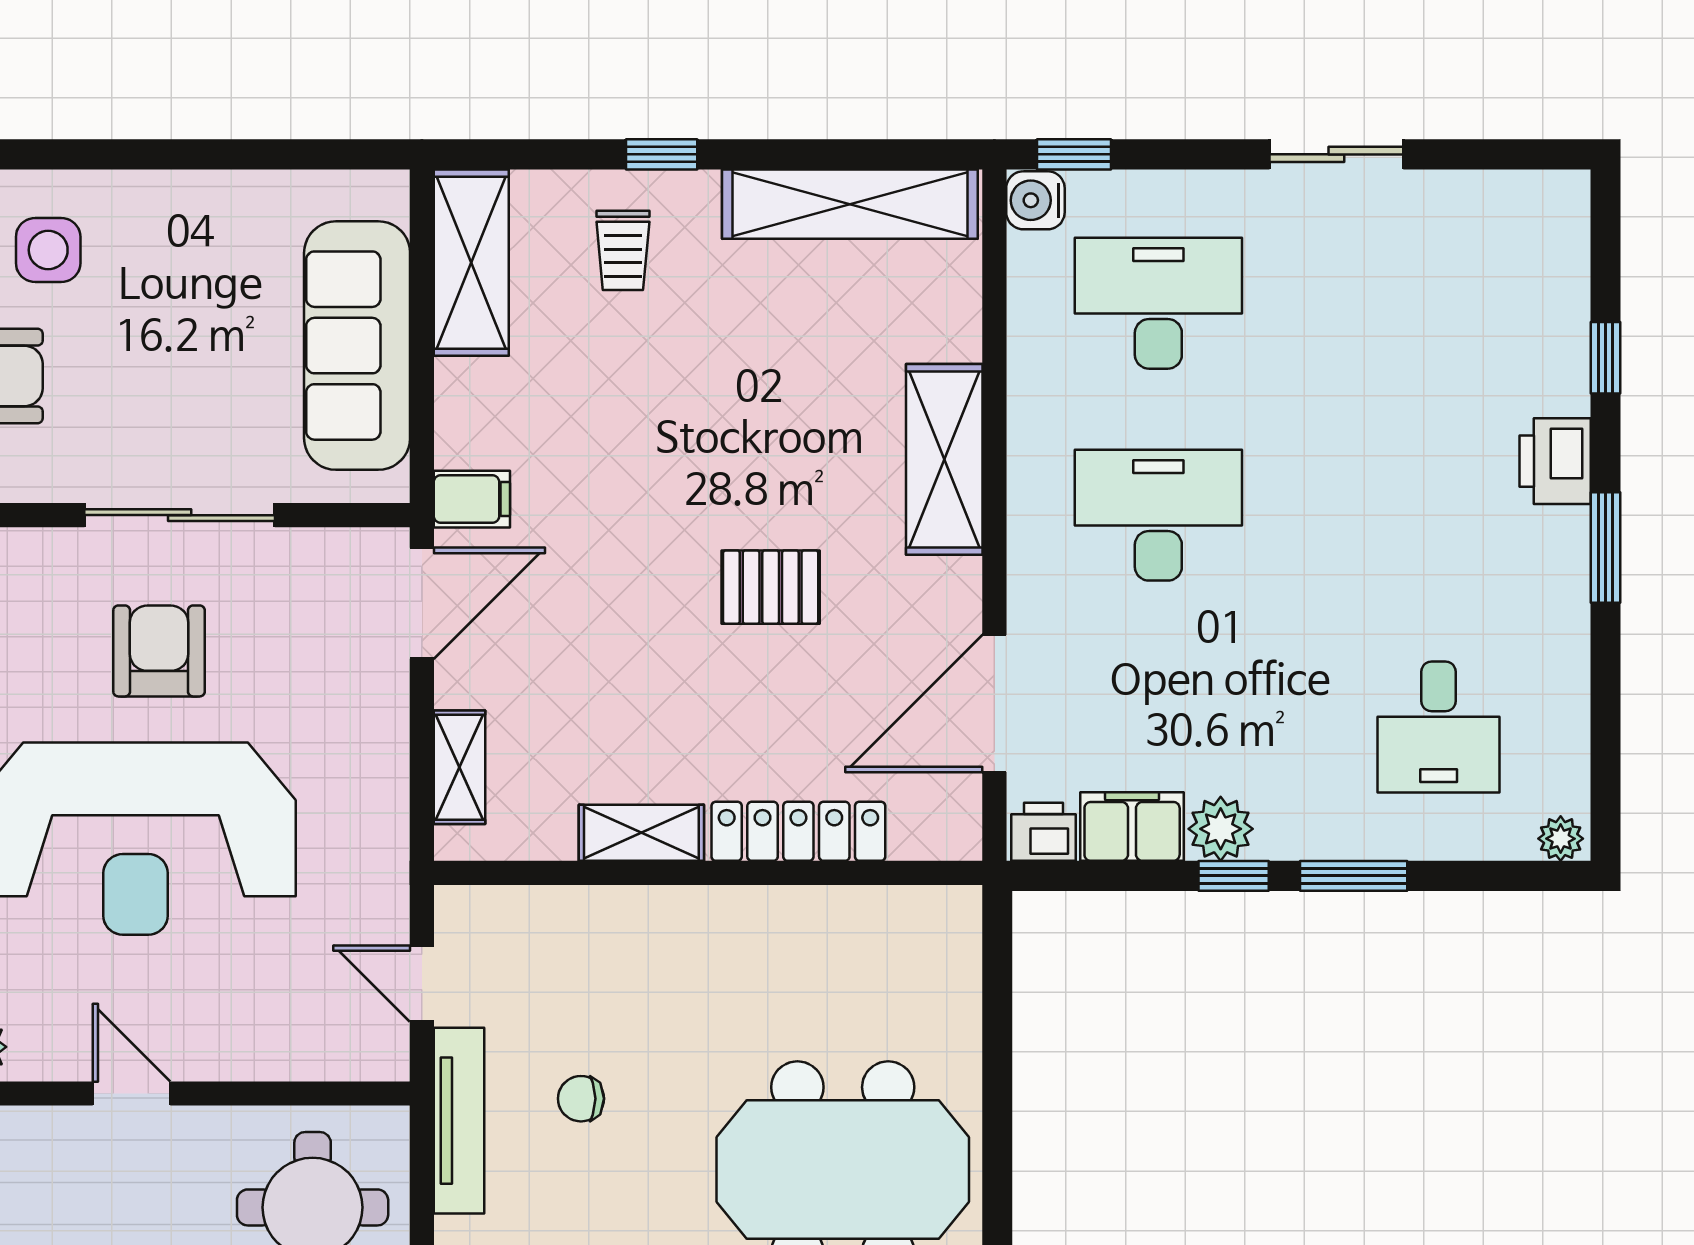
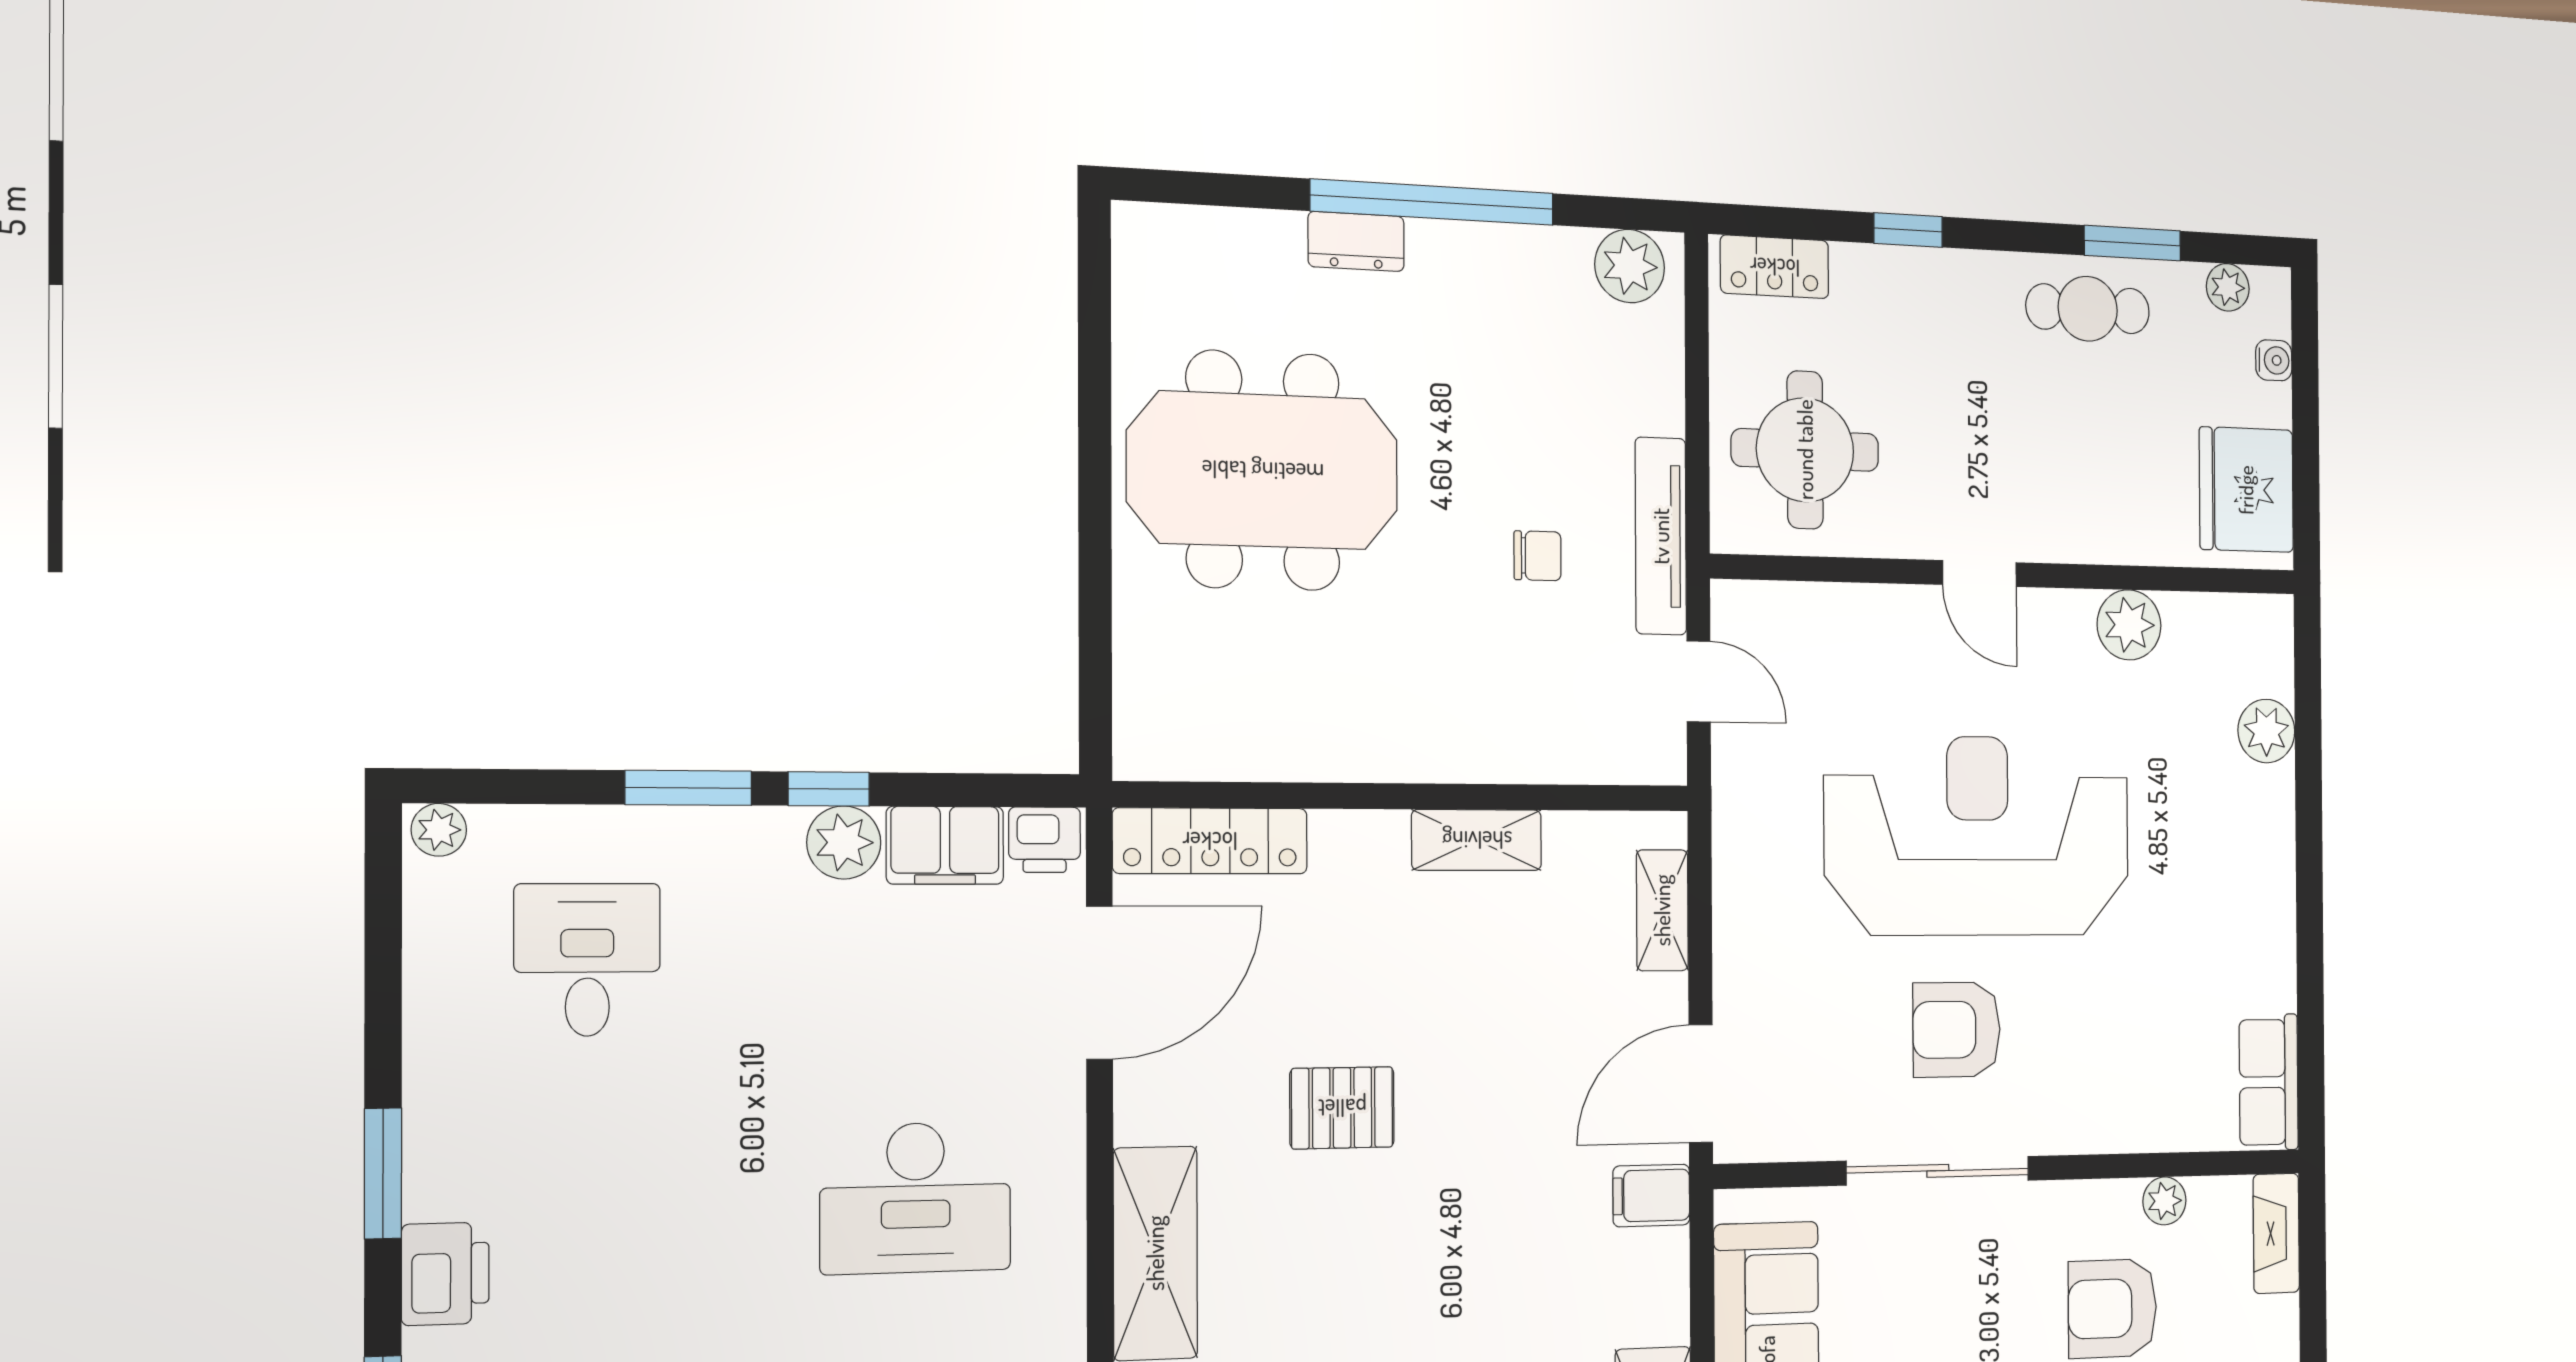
armchair: (159, 651) -> (1957, 1030), turned 90
locker: (798, 831) -> (1210, 841), moved

